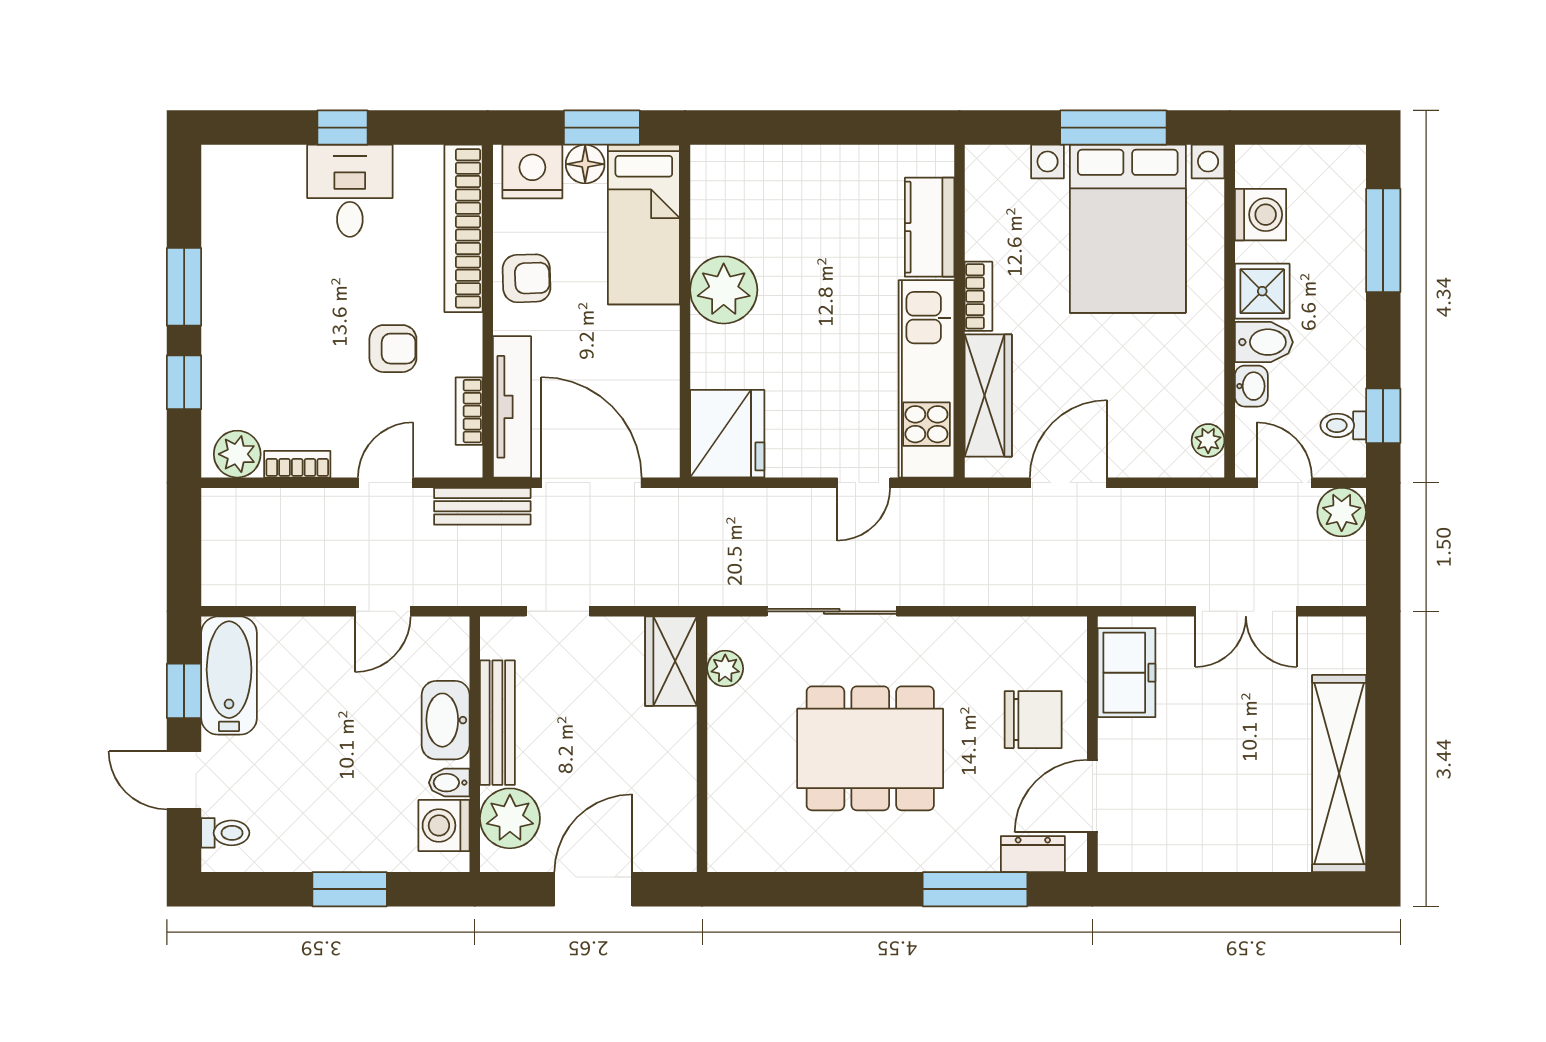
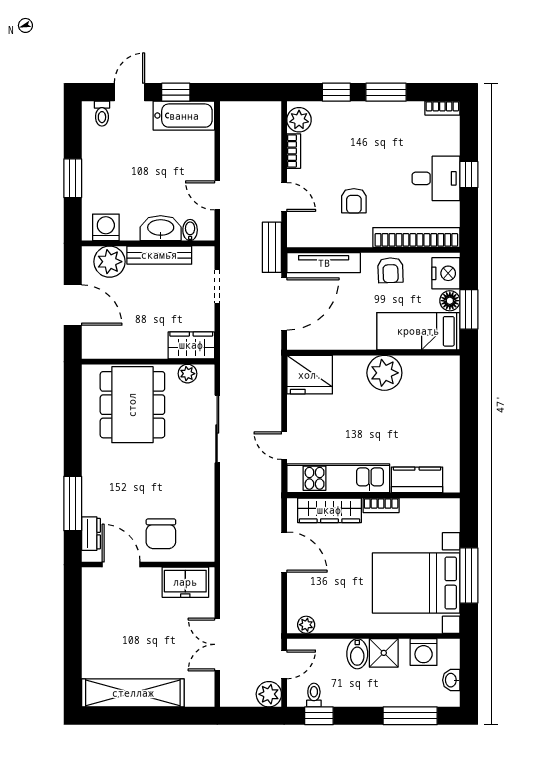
washbasin: (1251, 386) -> (451, 680), moved, turned 90
bookcase: (469, 411) -> (442, 108), moved, turned 180
dining table: (870, 748) -> (132, 405), moved
bidet: (449, 783) -> (190, 230), moved

